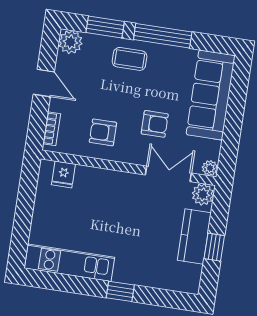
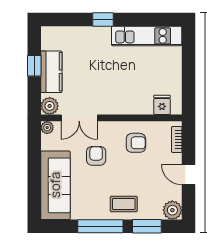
armchair: (155, 124) -> (96, 156), turned 90

